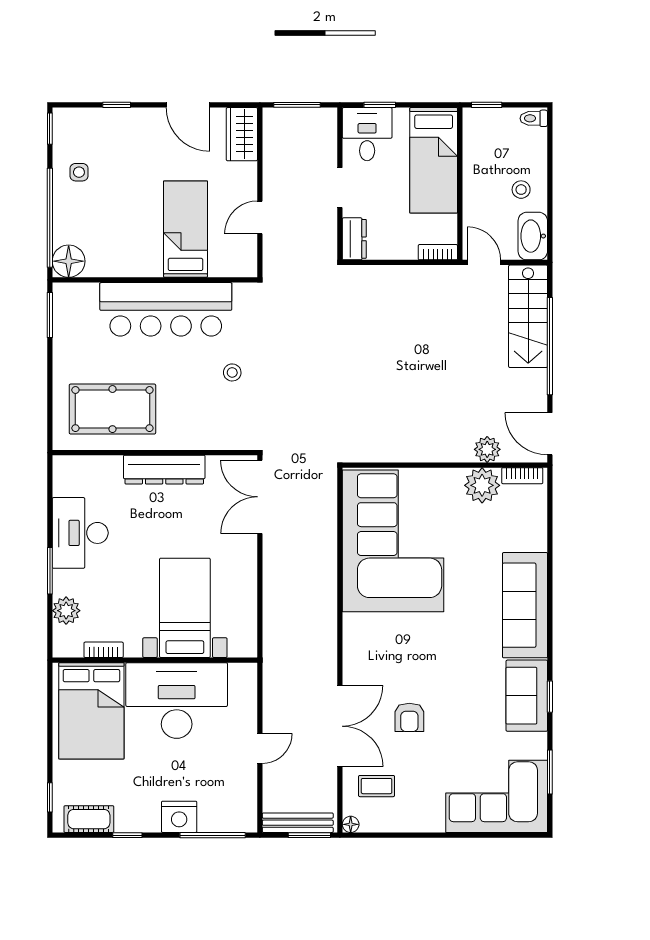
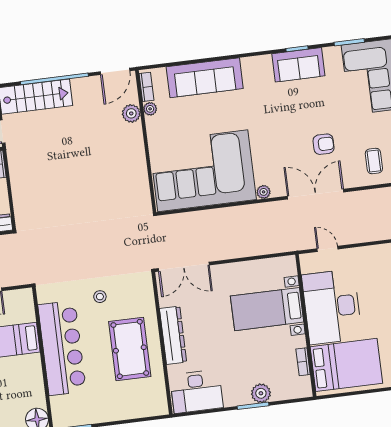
pool table: (112, 409) -> (130, 349), moved
plant: (482, 485) -> (150, 109), width x0.53, depth x0.53
desk: (80, 533) -> (196, 391), moved
sofa: (525, 605) -> (205, 78), moved
plant: (66, 611) -> (261, 393), moved
plant: (352, 624) -> (264, 192), added
double door: (340, 726) -> (316, 194), moved
door: (260, 748) -> (327, 249), moved

